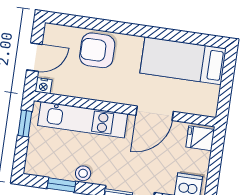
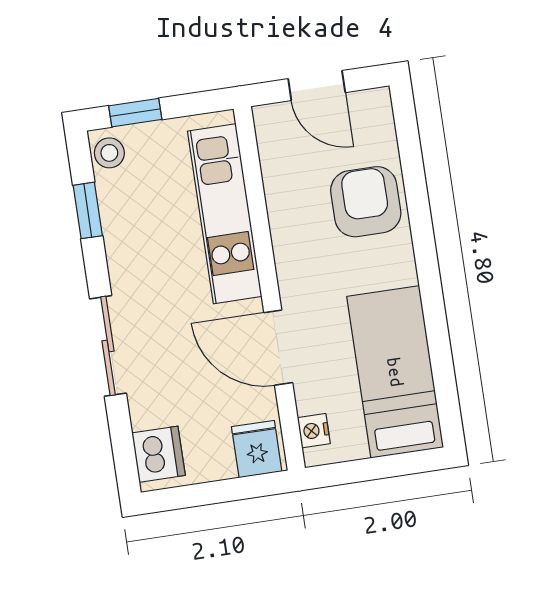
nightstand: (43, 86) -> (314, 431), moved
window: (25, 124) -> (135, 113), moved
stool: (83, 173) -> (109, 153), moved

